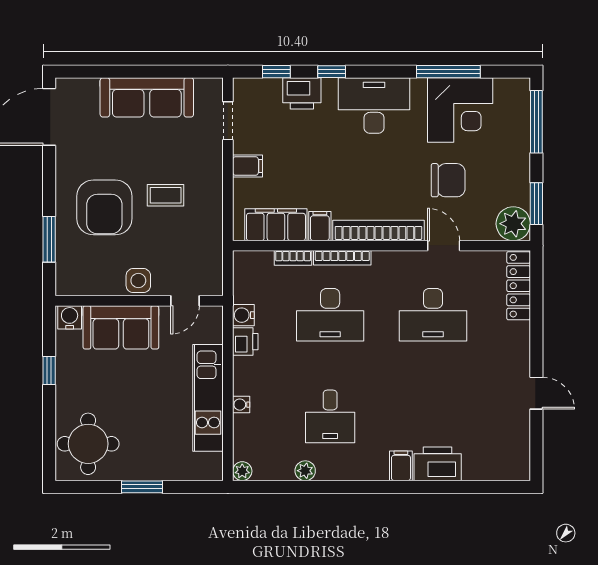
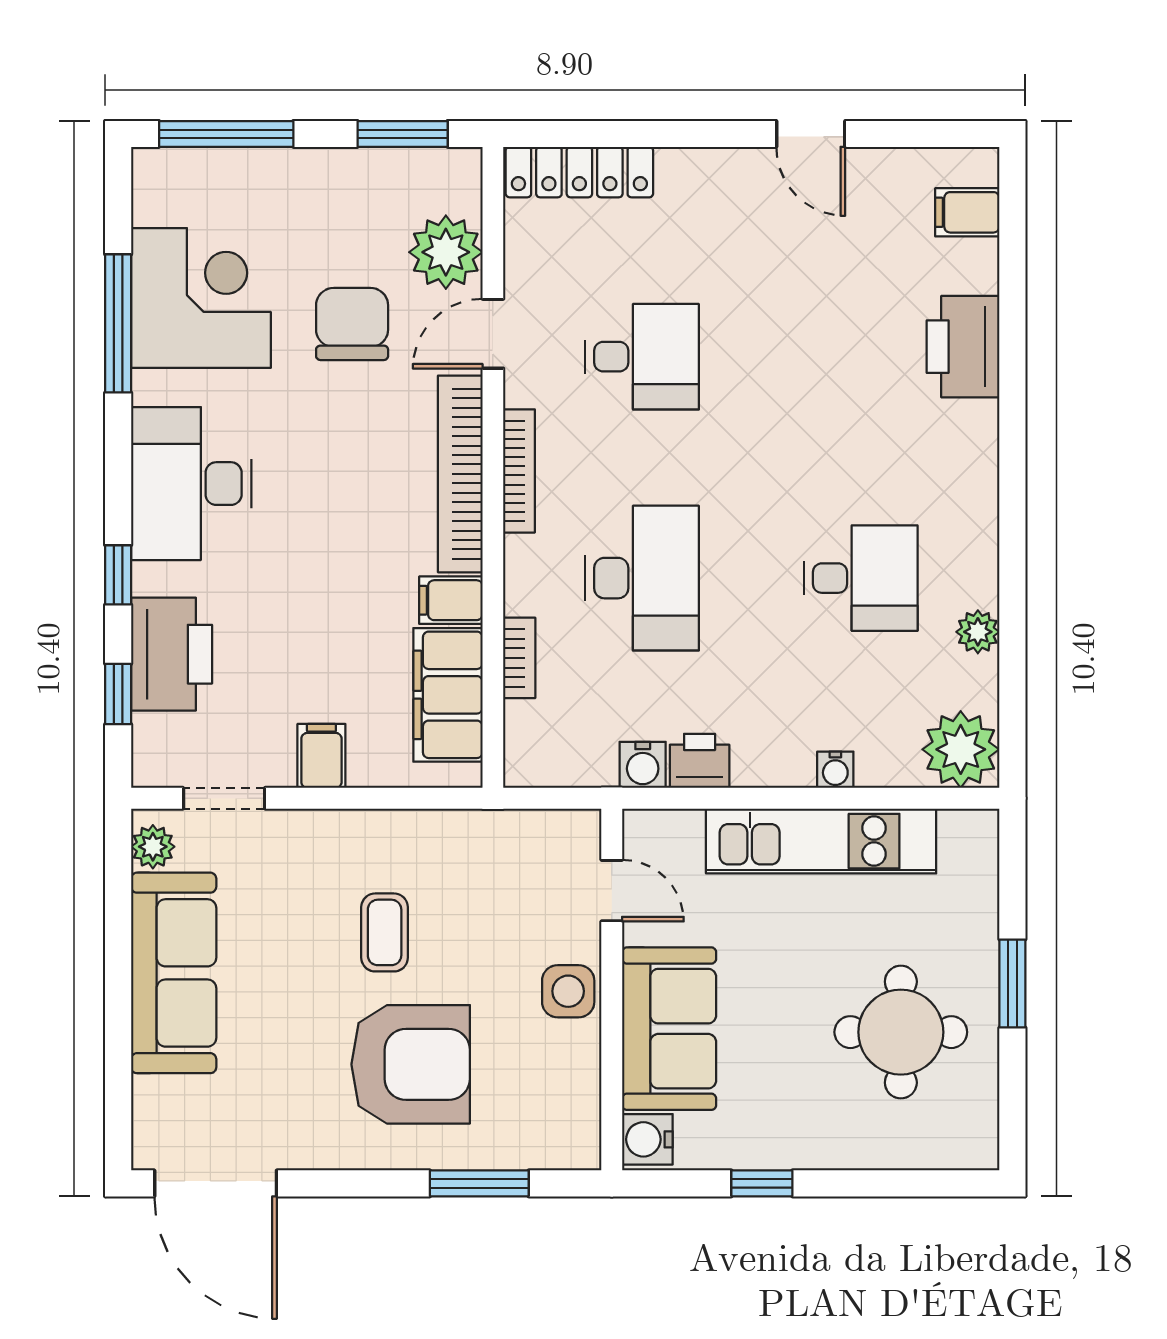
plant: (205, 88) -> (153, 847), added
printer: (302, 93) -> (172, 654), width x1.37, depth x1.19
plant: (513, 224) -> (446, 252), moved
bookcase: (342, 258) -> (519, 471), moved
desk: (433, 315) -> (642, 357), width x0.73
door: (536, 393) -> (811, 134), swing flipped
round table: (88, 444) -> (901, 1032), moved
filing cabinet: (401, 466) -> (967, 212), moved
plant: (242, 471) -> (961, 749), width x1.87, depth x1.87

